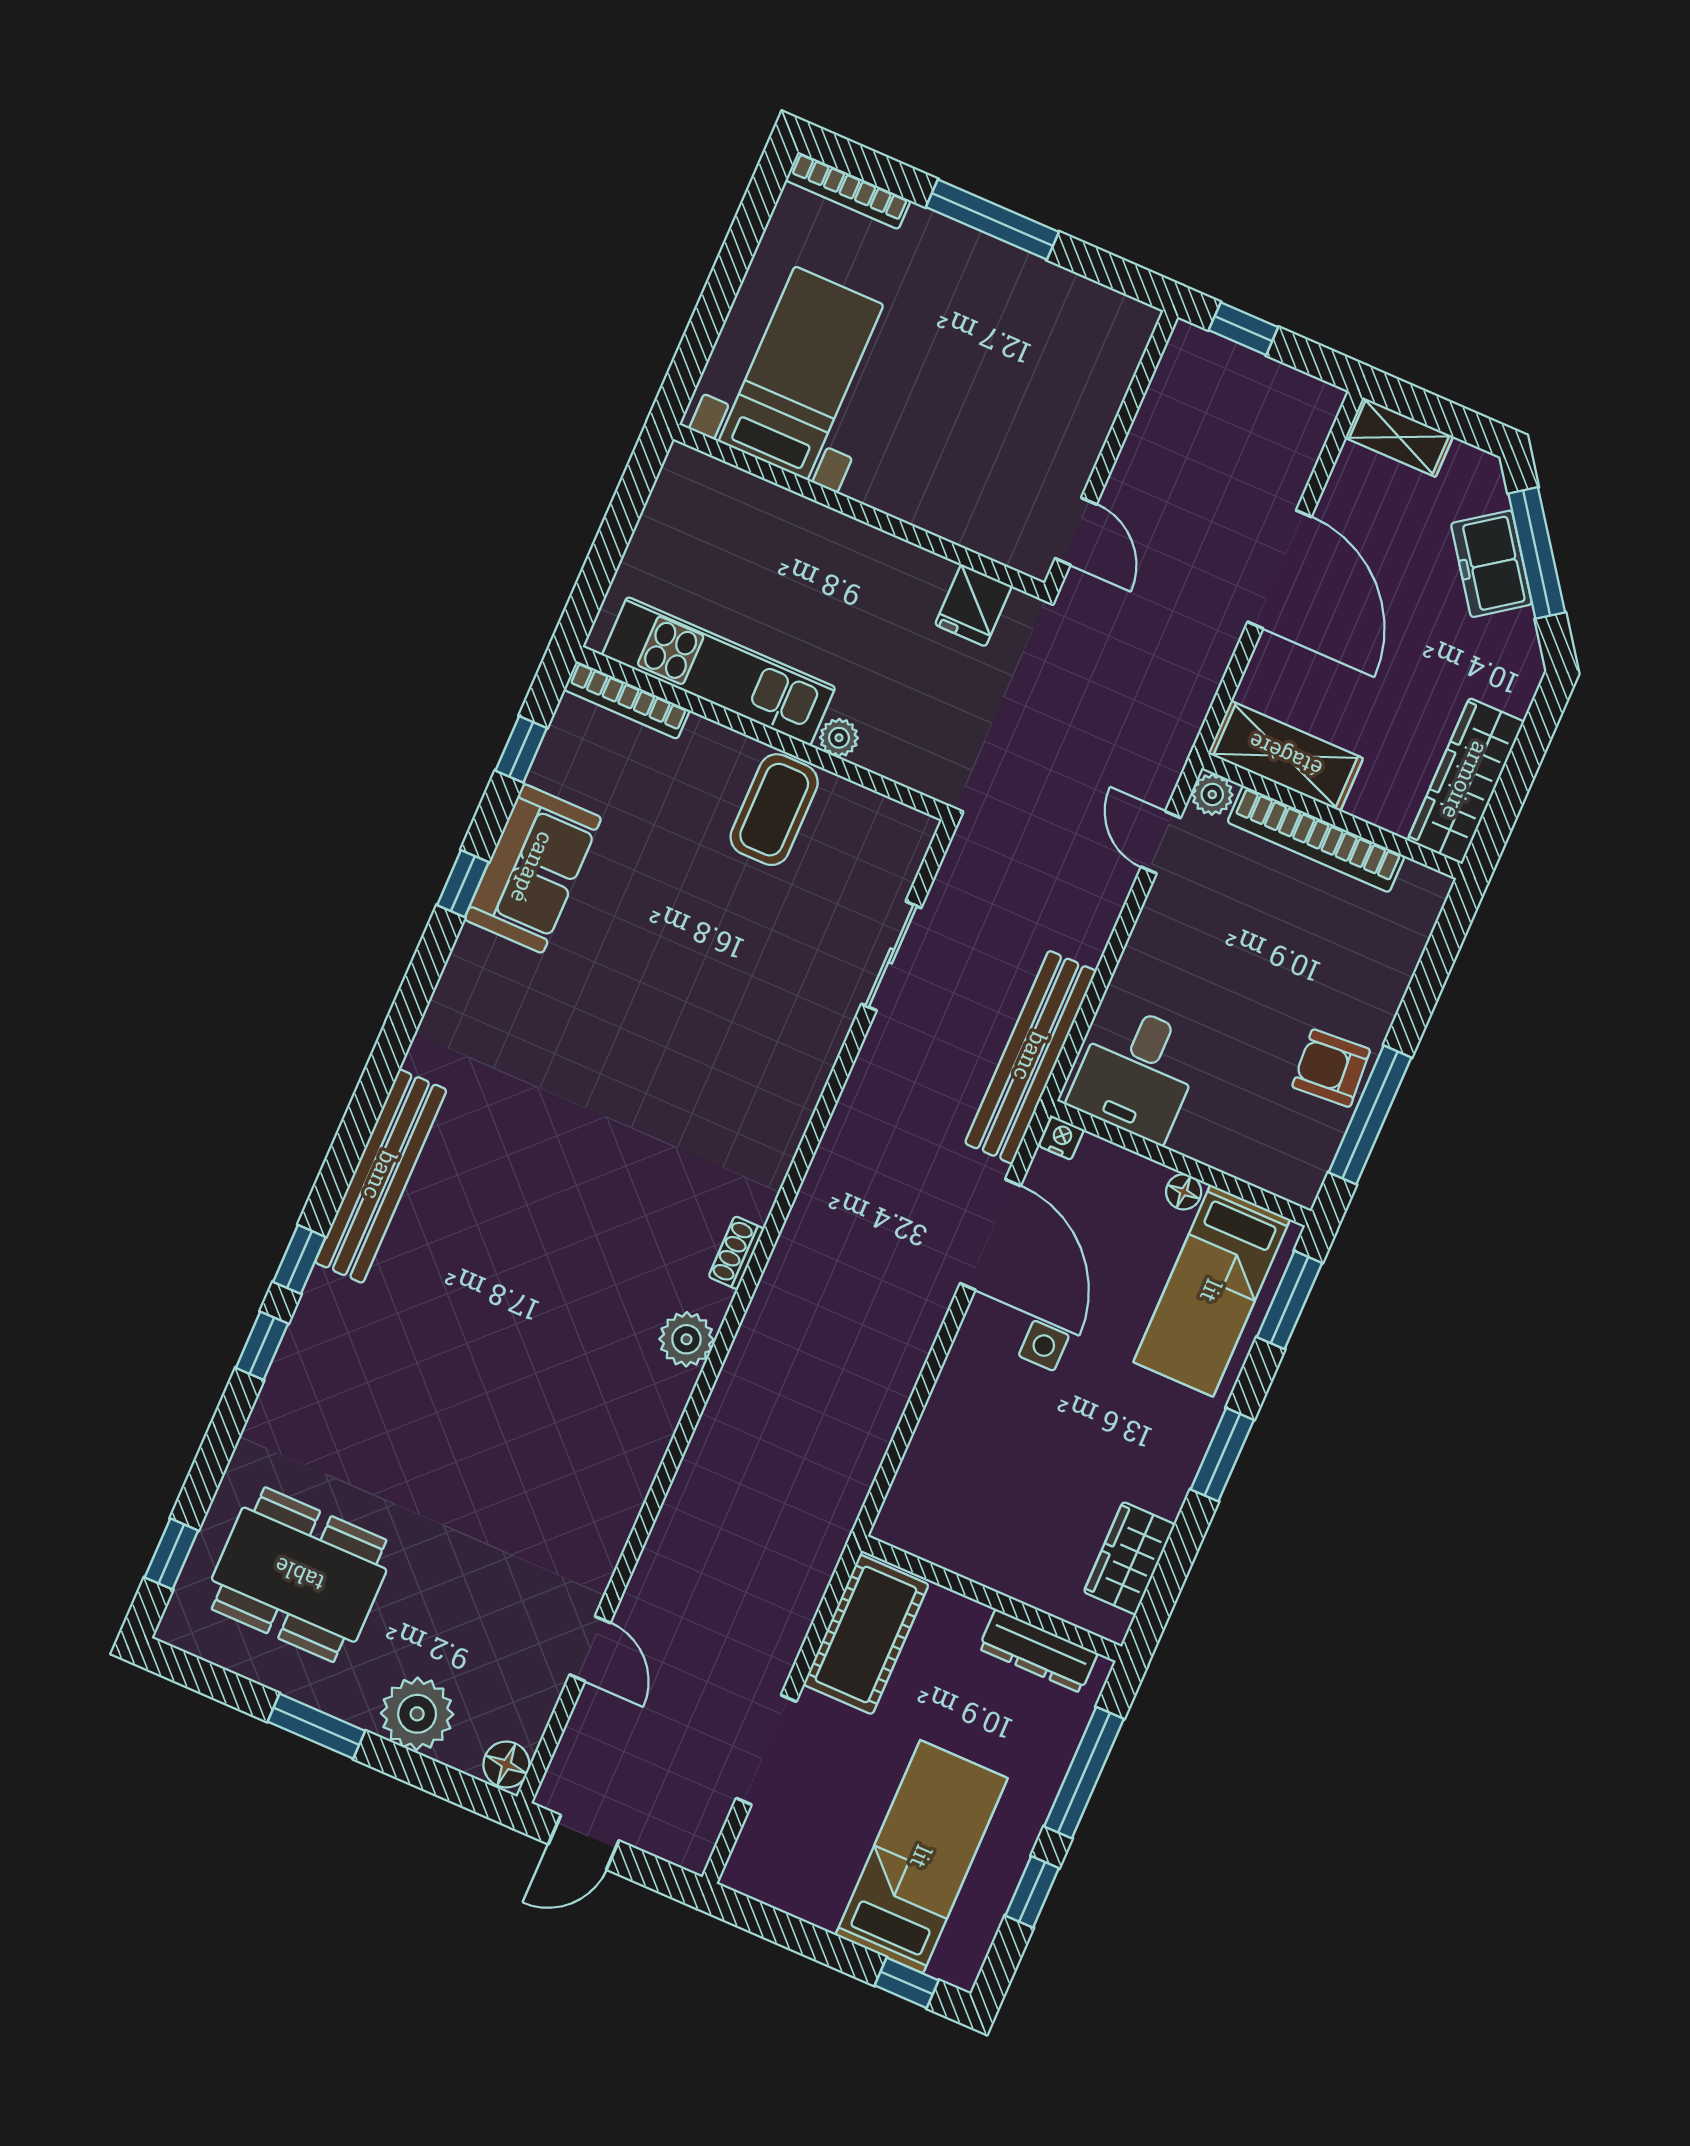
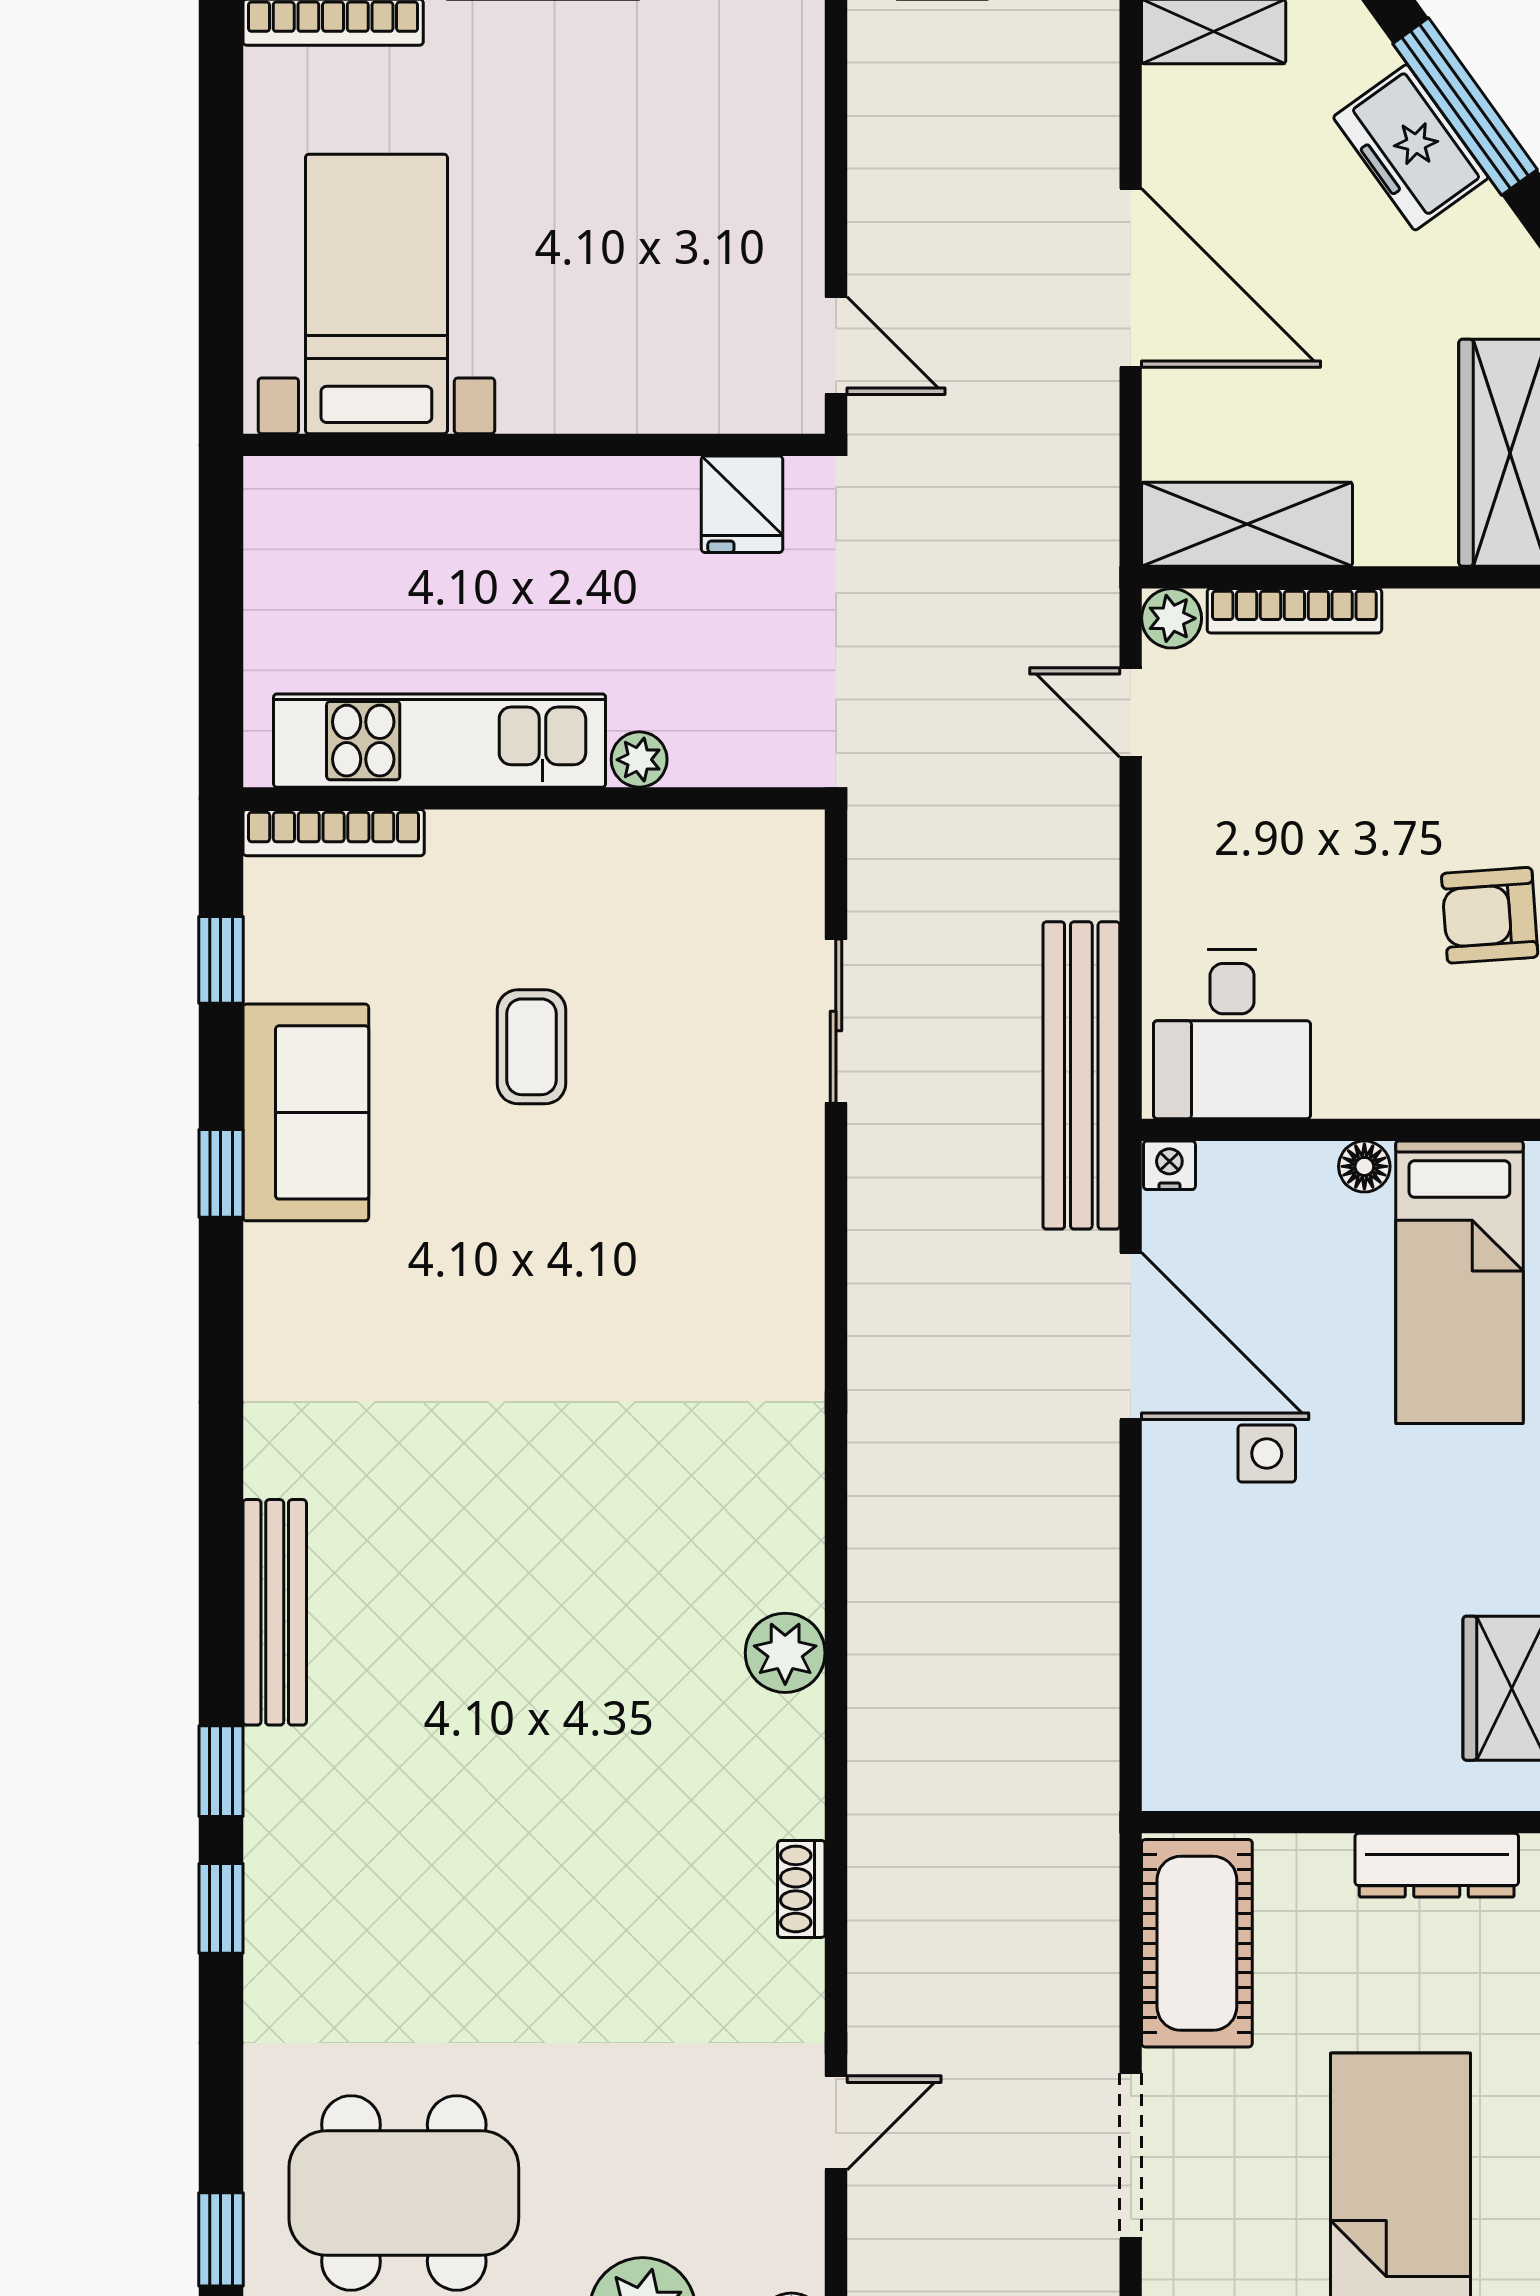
coffee table: (774, 810) -> (531, 1047), moved, width x0.73, depth x0.77
bookcase: (1316, 839) -> (1294, 611), width x0.68, depth x0.76
bench: (381, 1176) -> (275, 1612), width x0.73, depth x0.82
shoe rack: (736, 1253) -> (801, 1889), moved
door: (590, 1649) -> (836, 2123), hinge flipped

